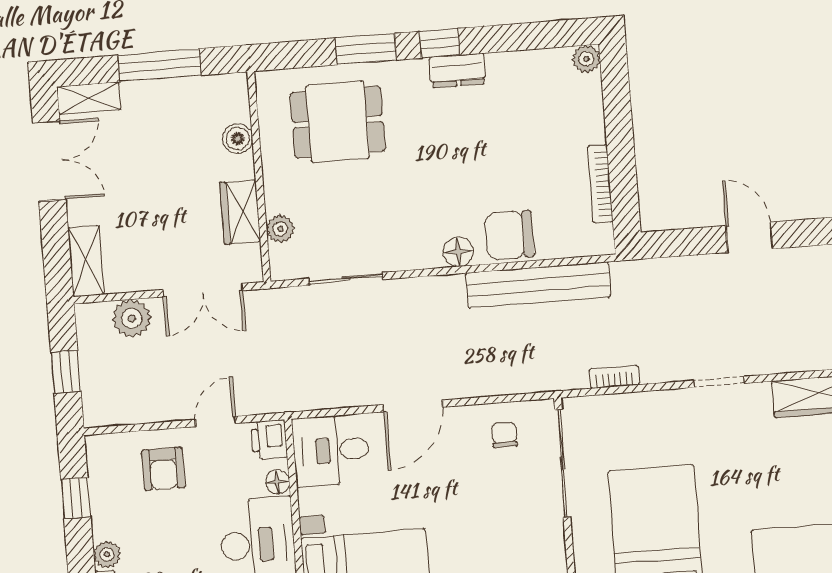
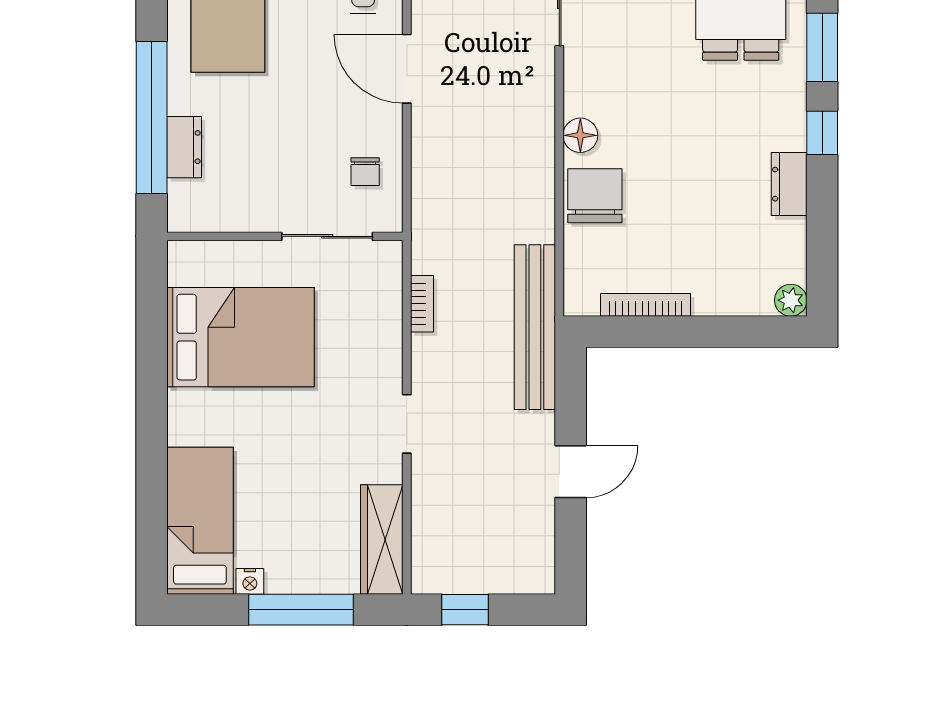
dresser: (457, 71) -> (789, 184), moved
bench: (538, 285) -> (535, 327), moved
chair: (504, 435) -> (365, 172), turned 90
sliding door: (563, 463) -> (327, 236), width x0.73

